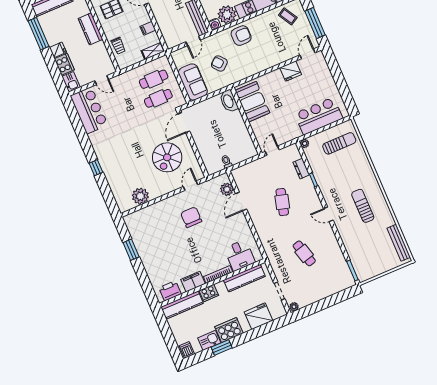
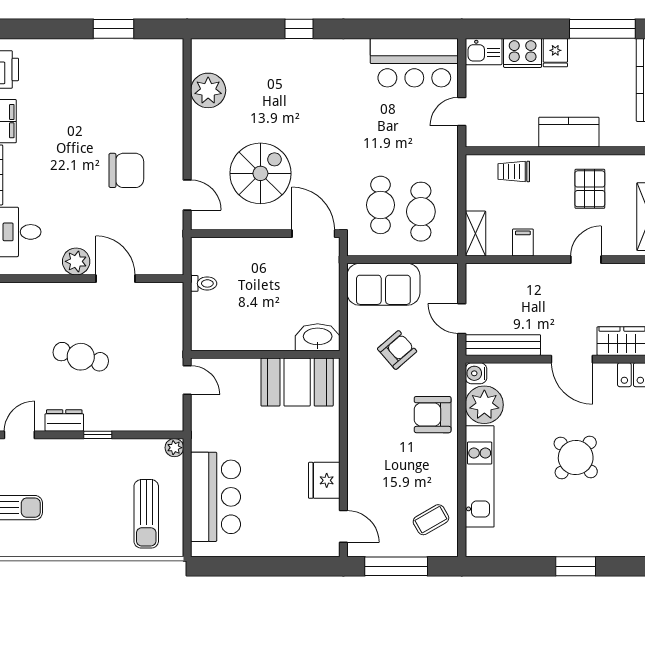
armchair: (241, 36) -> (433, 415), turned 90
spiral stairs: (167, 157) -> (260, 173), turned 90
dresser: (301, 169) -> (64, 421), moved
plant: (227, 189) -> (76, 261), moved

